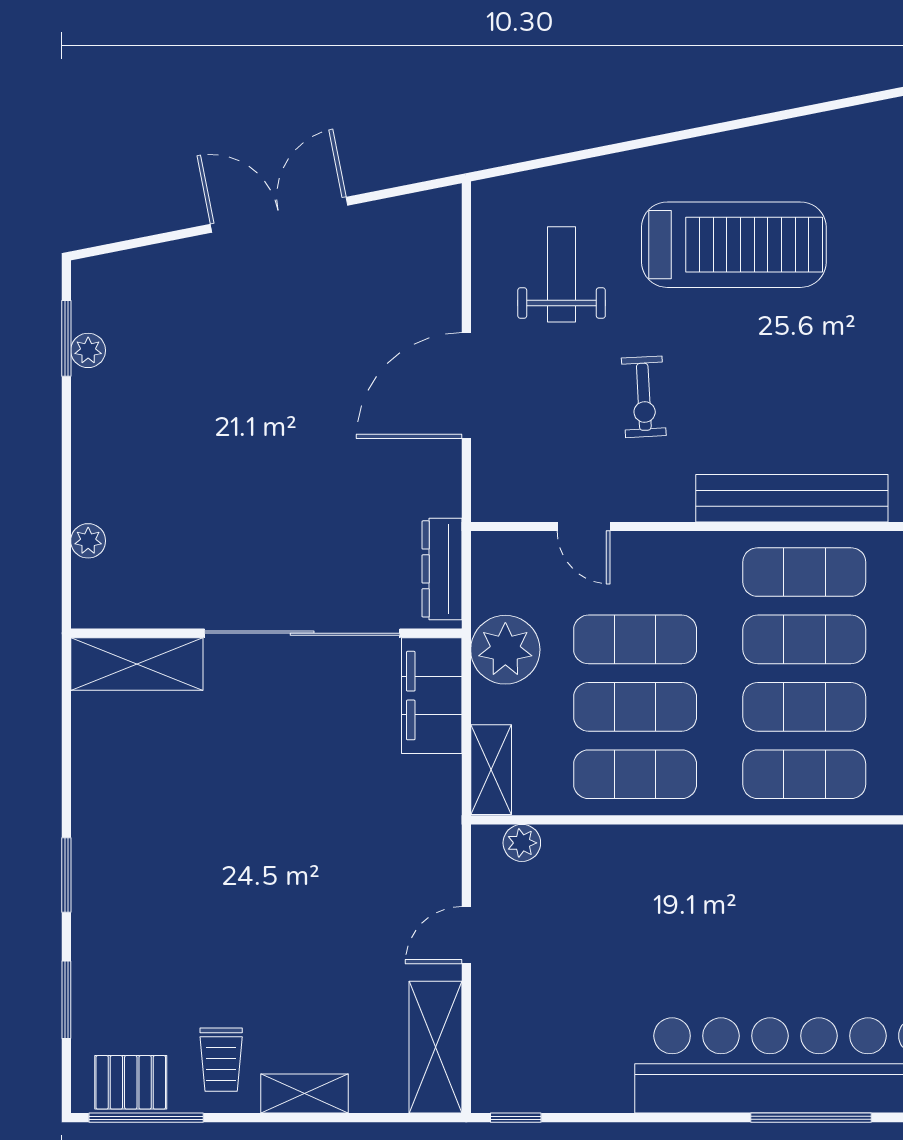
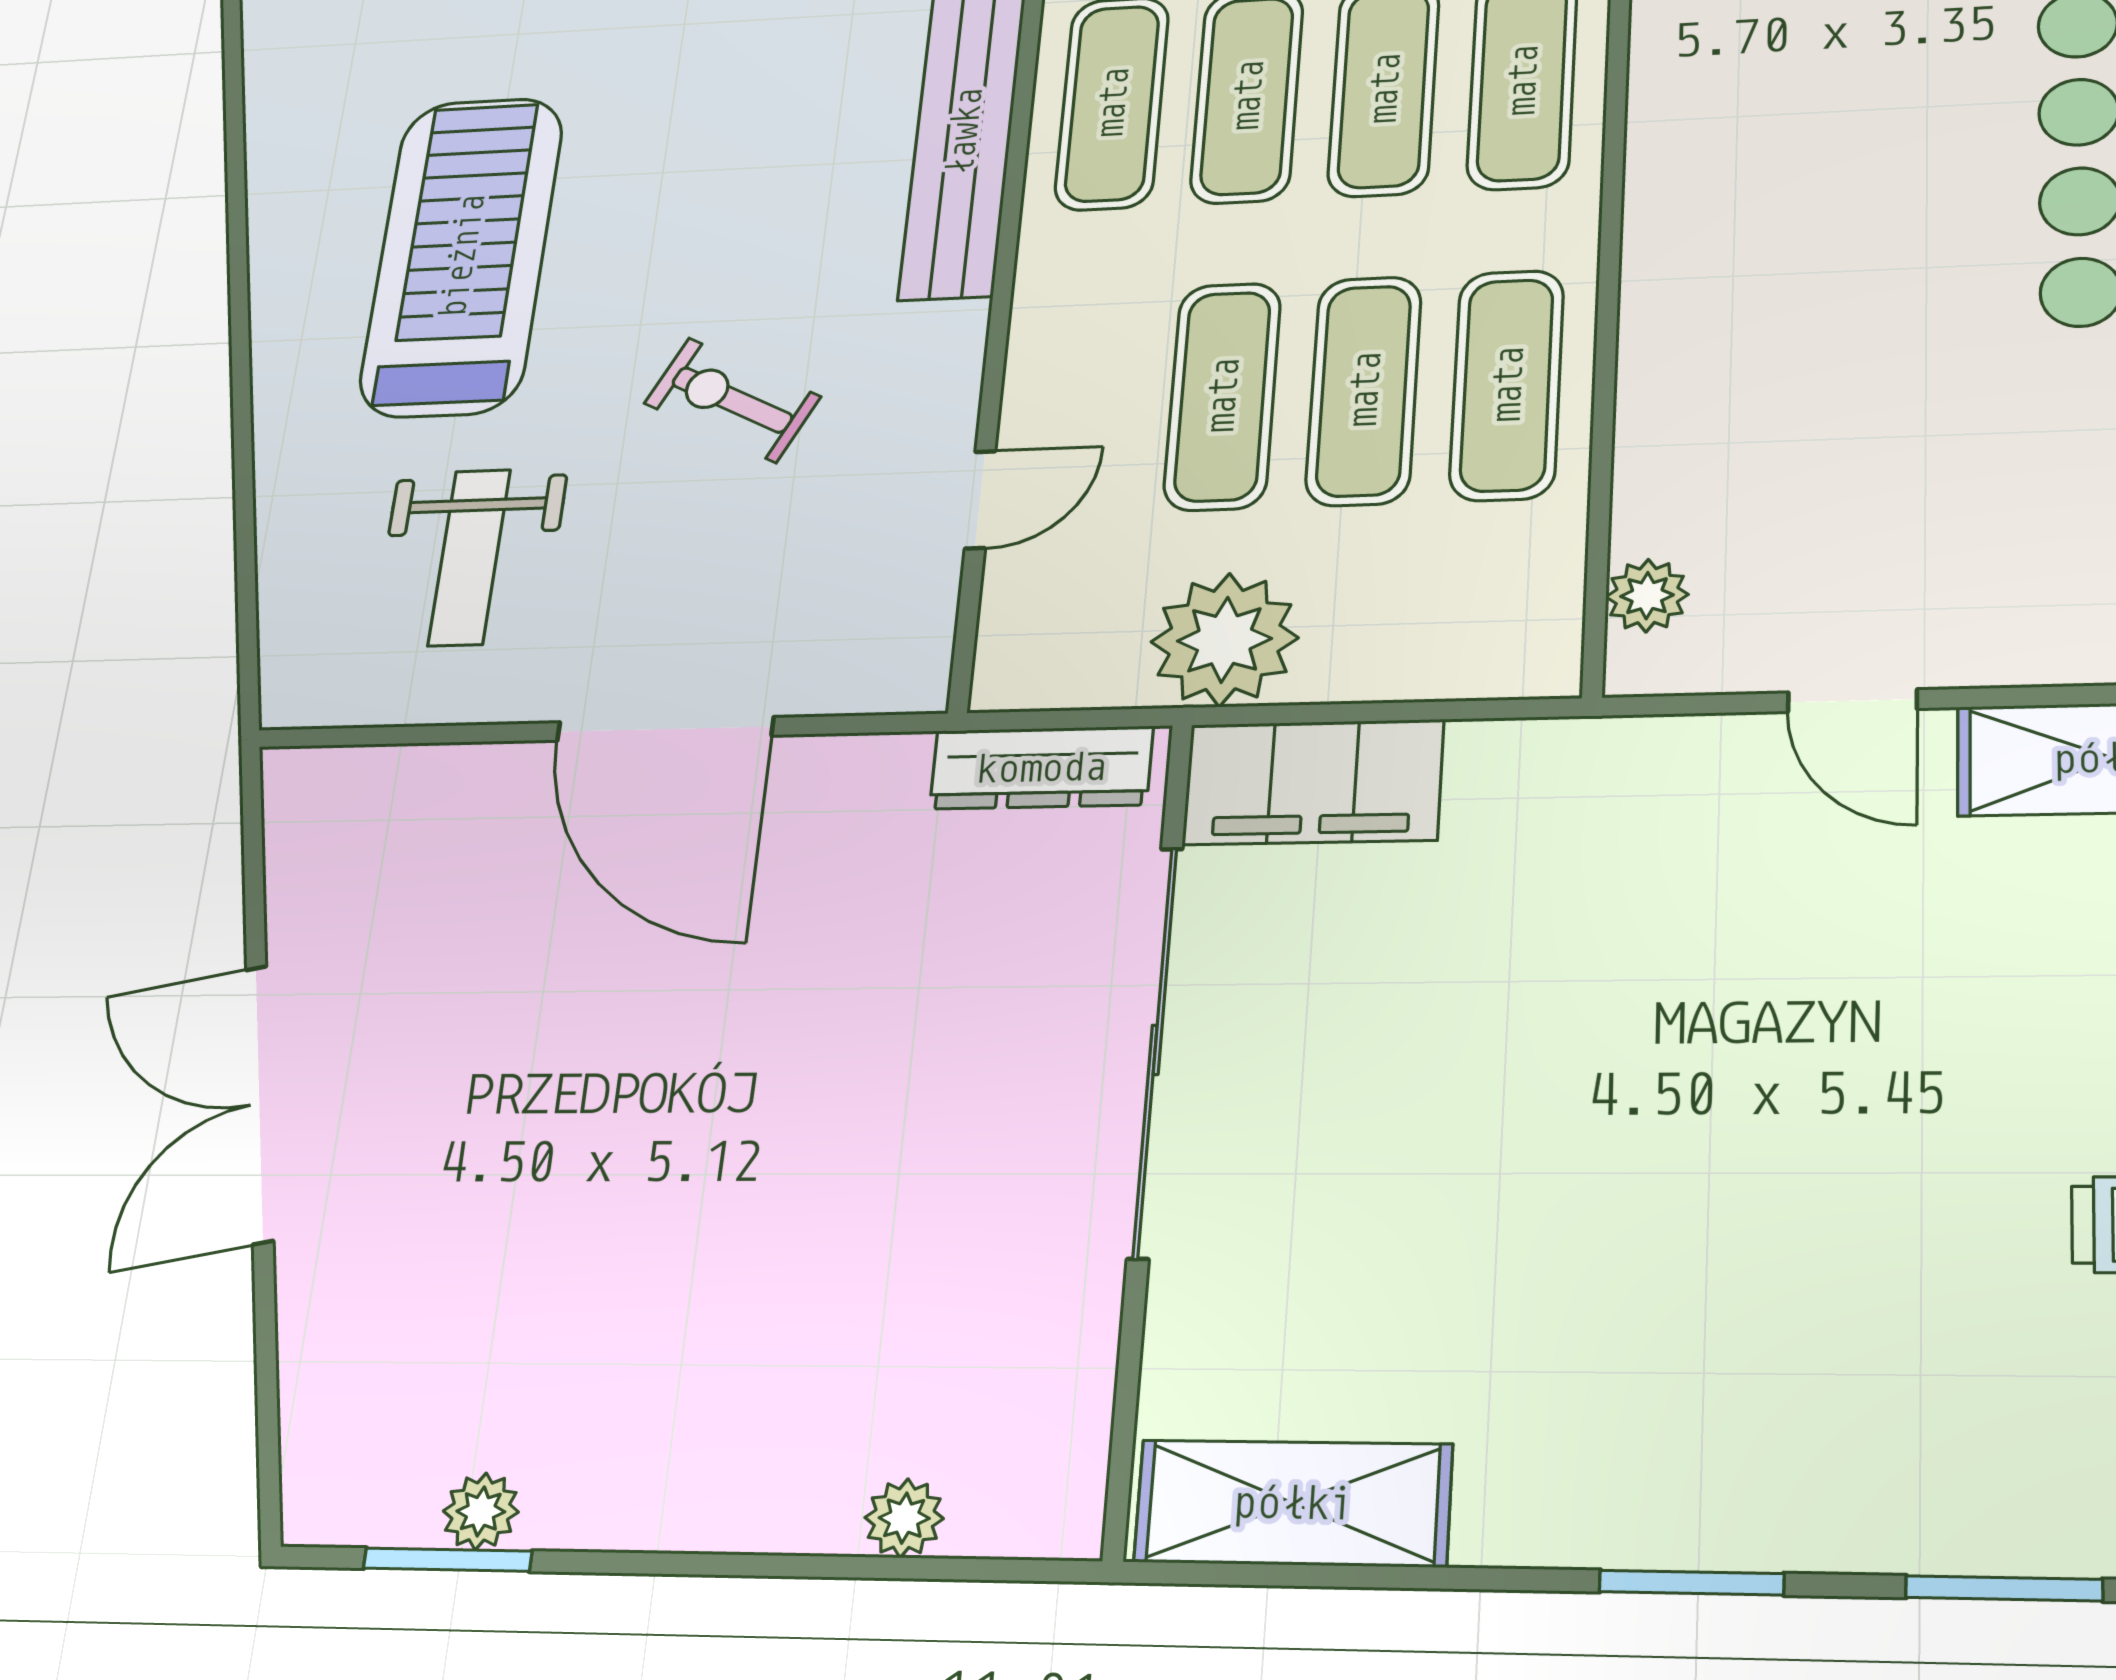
weight bench: (562, 274) -> (469, 557), turned -90
exercise bike: (644, 397) -> (732, 400), turned -150
shelving: (137, 664) -> (1293, 1503), moved, turned 90
shelving: (491, 770) -> (1483, 661), removed

